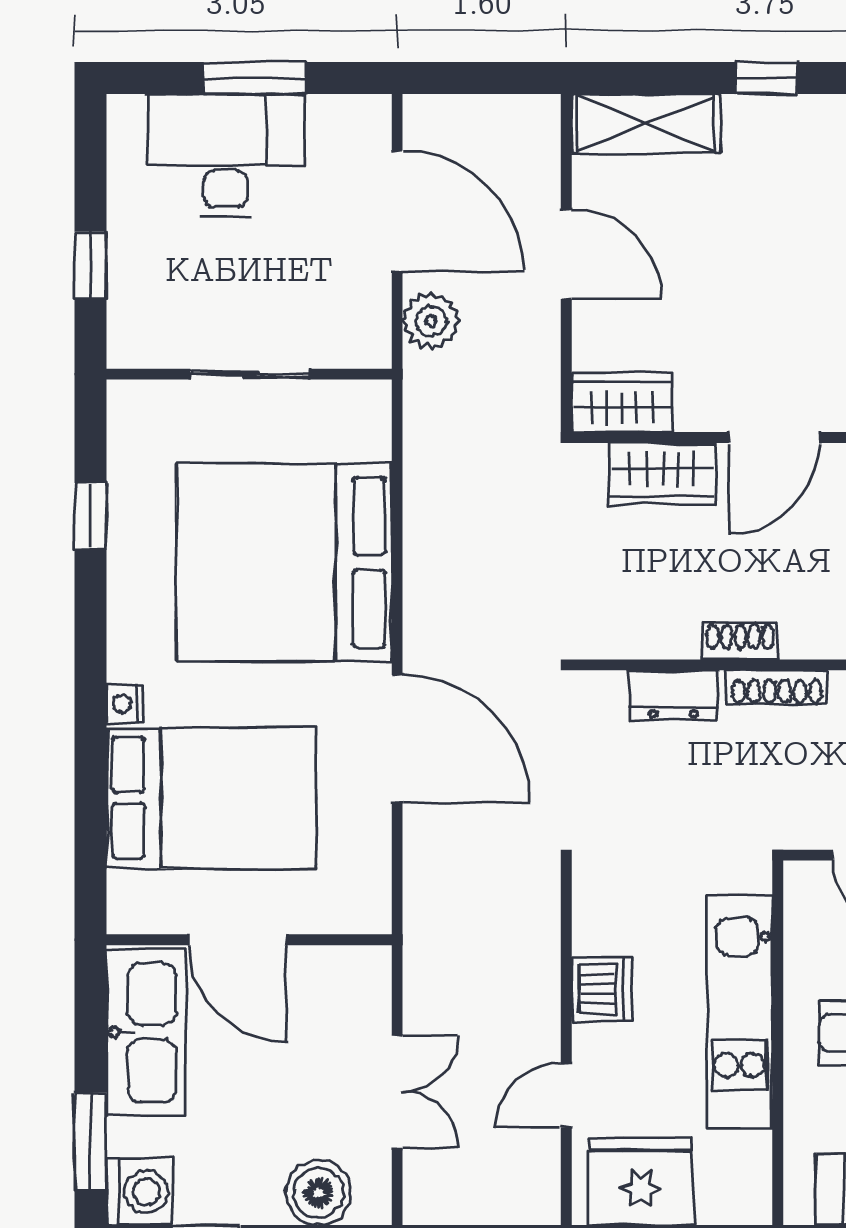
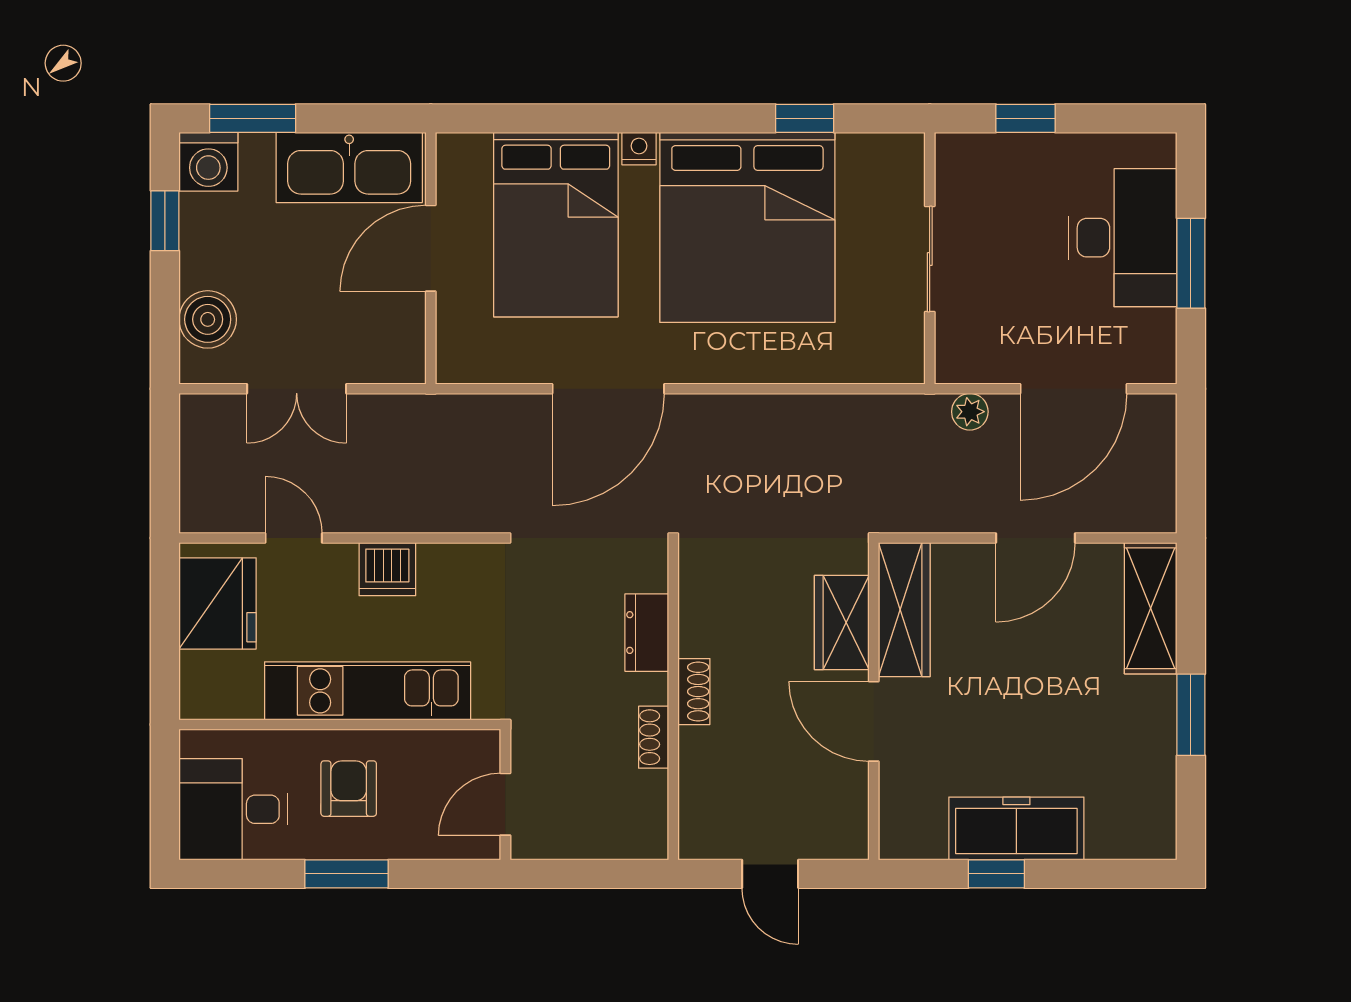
window: (767, 78) -> (1191, 715), width x1.50
plant: (431, 321) -> (970, 412), width x0.73, depth x0.73
wardrobe: (622, 403) -> (904, 610), width x1.50
bed: (284, 562) -> (747, 227), moved, turned 180
shoe rack: (777, 687) -> (654, 737), width x0.70

